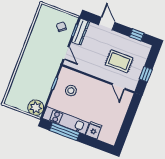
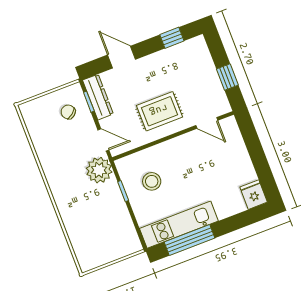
rug: (119, 61) -> (159, 111), moved
plant: (36, 108) -> (99, 170), moved
fridge: (94, 130) -> (254, 195), moved

